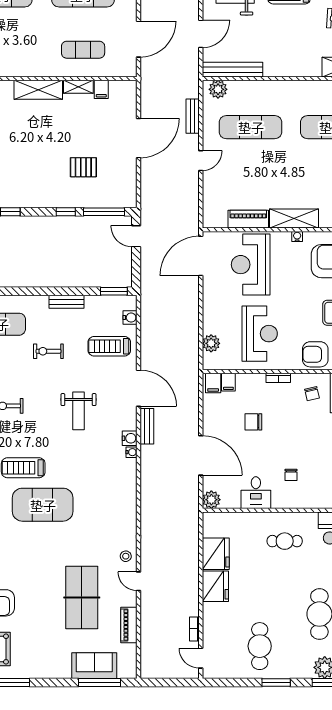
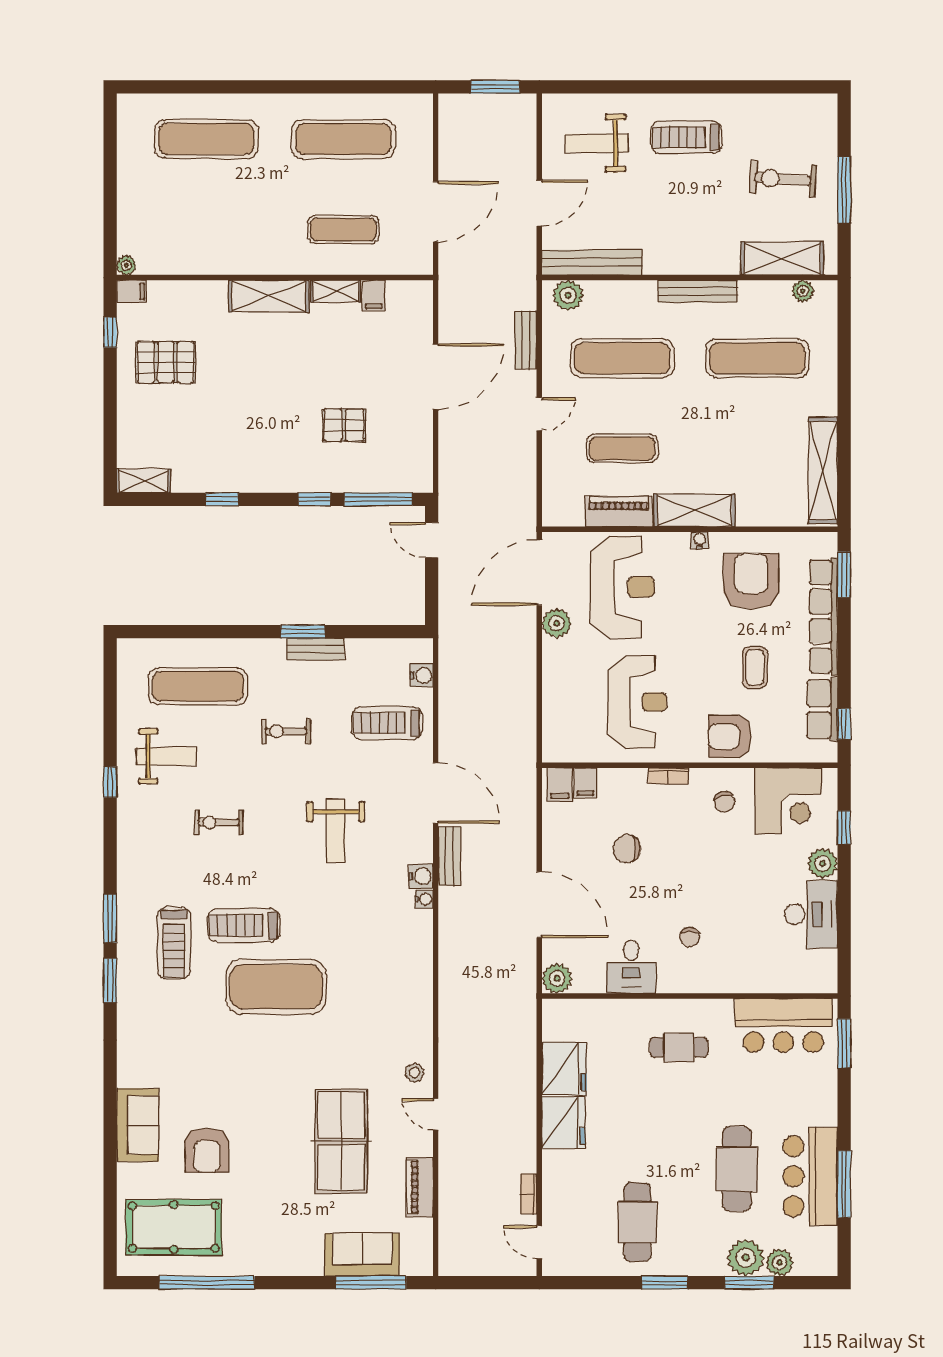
bench: (296, 87) -> (698, 291), added
exercise mat: (251, 181) -> (622, 448), added
reception desk: (251, 265) -> (622, 587), turned 180
window: (114, 291) -> (303, 632), moved
plant: (211, 343) -> (557, 623), moved

